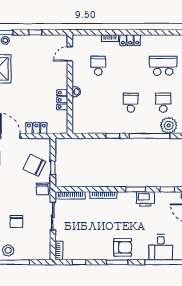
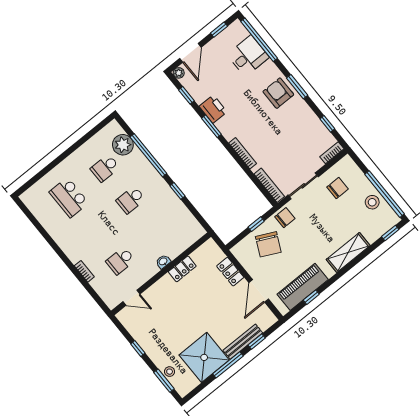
locker: (130, 40) -> (70, 250), removed
chair: (16, 222) -> (338, 188), moved

